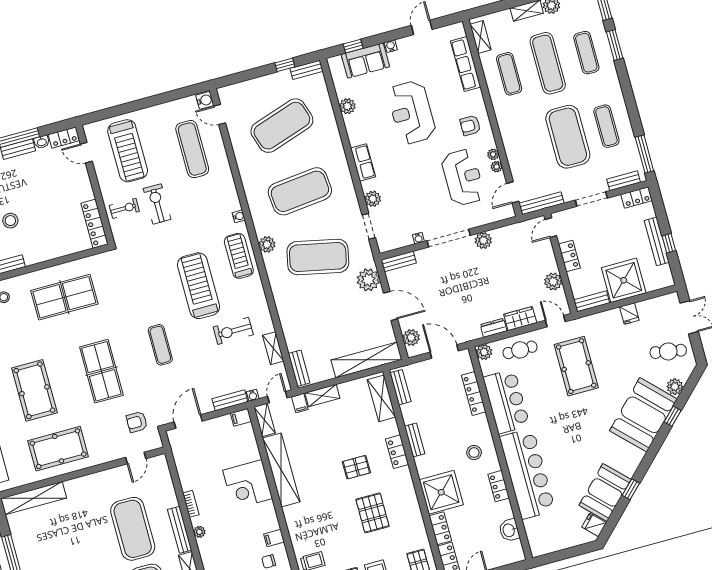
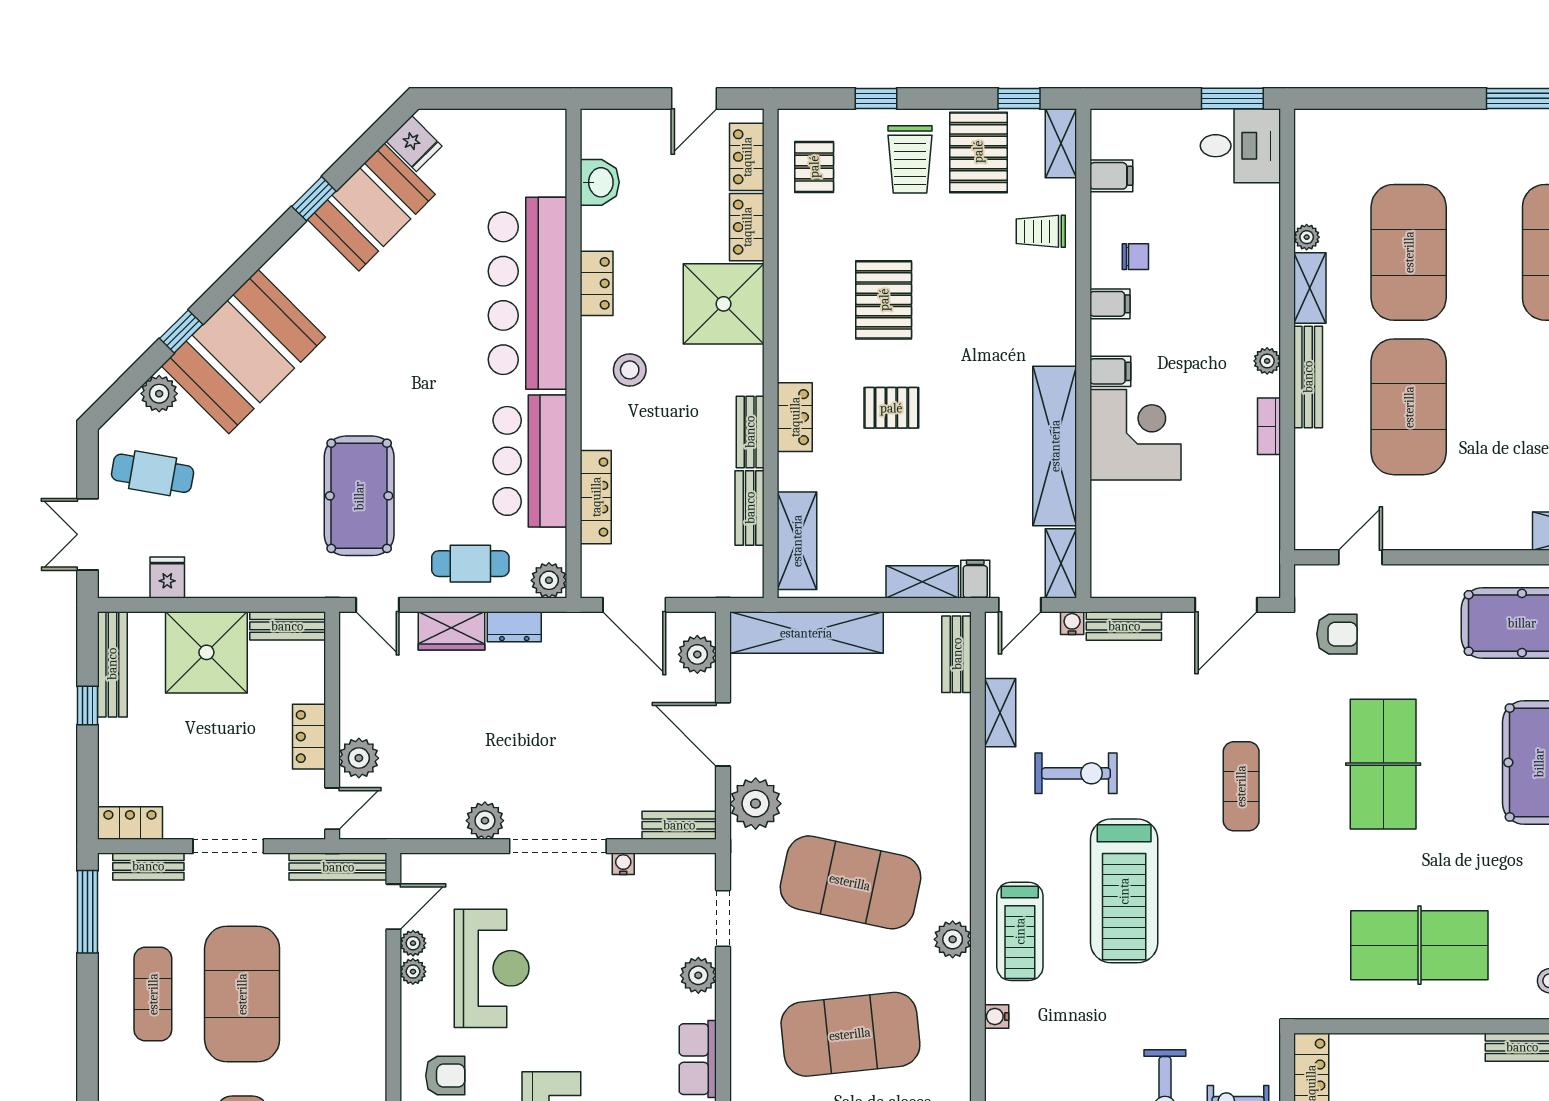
plant: (493, 154) -> (413, 943), moved
reception desk: (463, 177) -> (492, 968), turned 180
bench: (657, 241) -> (112, 664), moved
plant: (553, 282) -> (359, 758), moved
fridge: (629, 314) -> (167, 578), moved
bench: (400, 387) -> (750, 508), moved
filing cabinet: (241, 417) -> (1110, 371), moved

